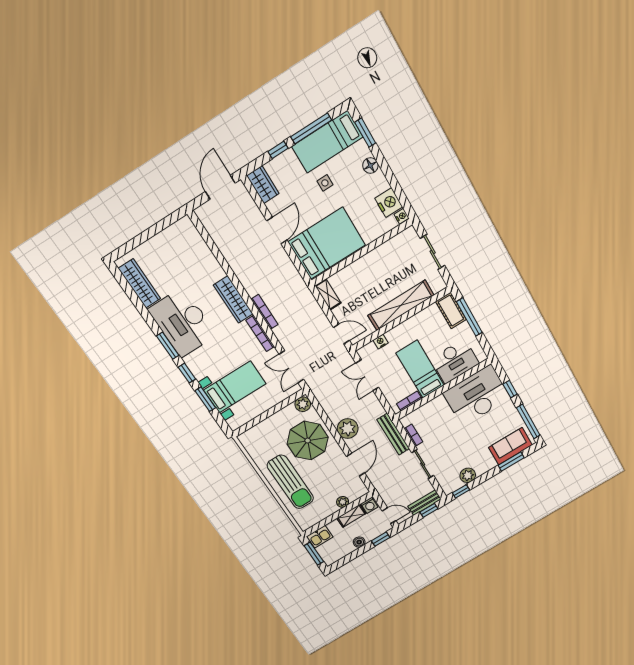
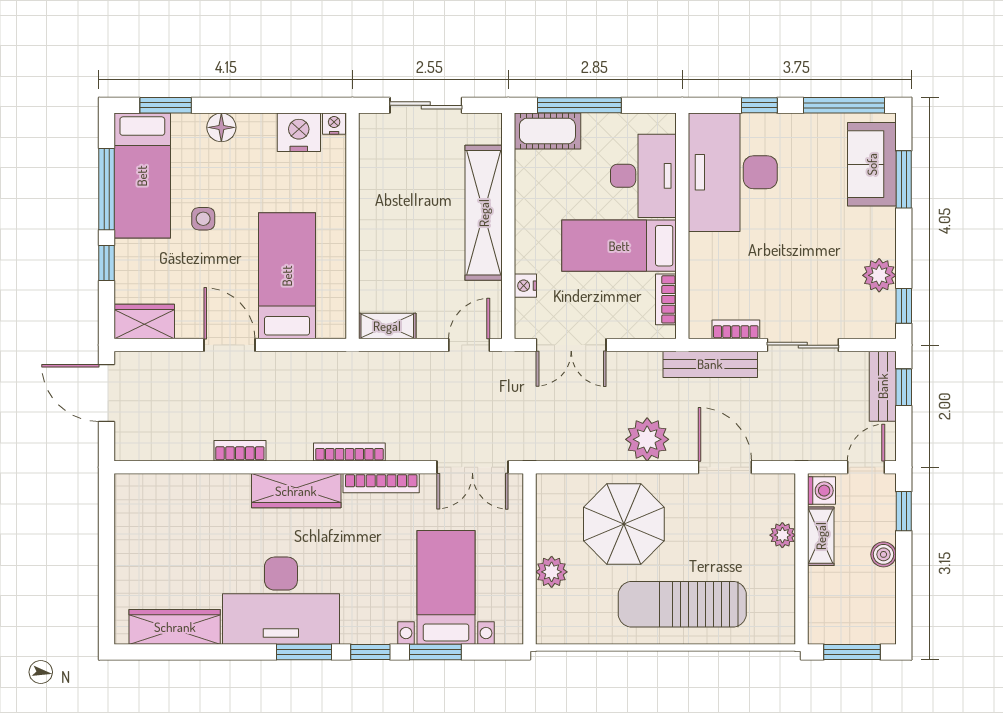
bed: (327, 243) -> (287, 276), width x0.67
bookcase: (234, 264) -> (240, 451), added
plant: (303, 404) -> (552, 572), moved
sun lounger: (290, 482) -> (682, 604), turned 180
kitchen sink: (320, 537) -> (825, 620), removed

